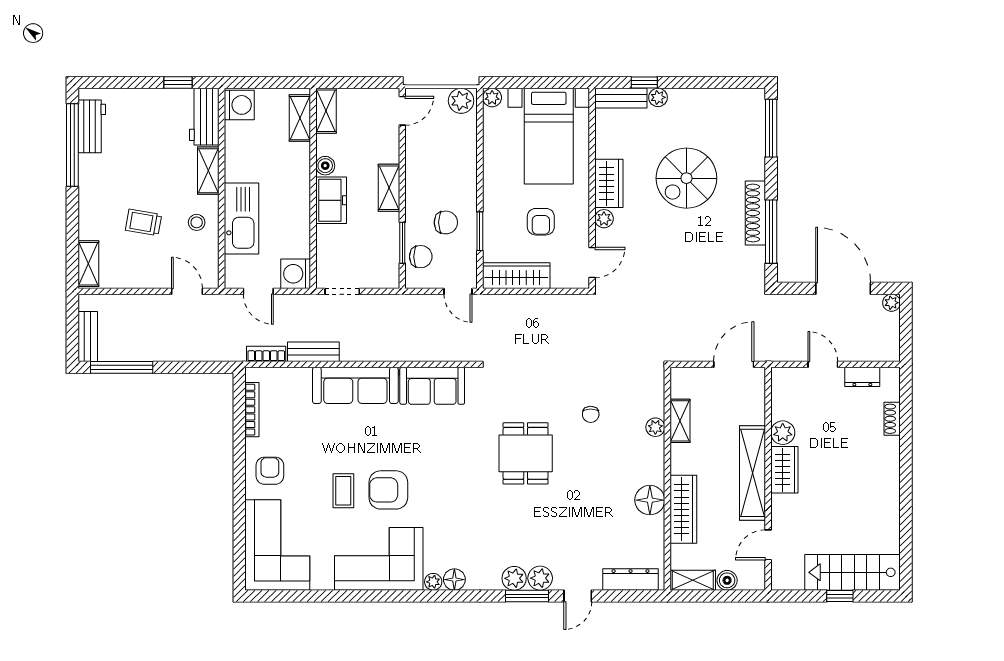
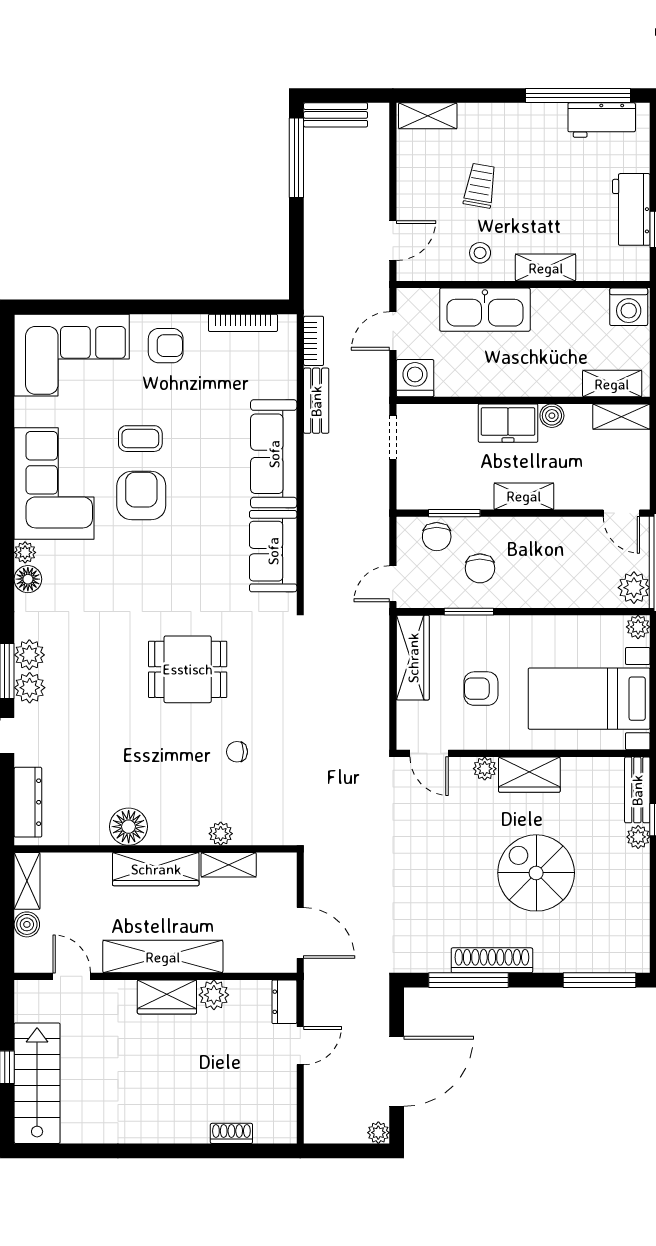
workbench: (204, 117) -> (631, 209), moved, turned -90
dresser: (862, 377) -> (284, 1002), moved
wardrobe: (683, 509) -> (156, 869), moved

